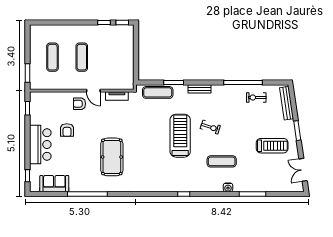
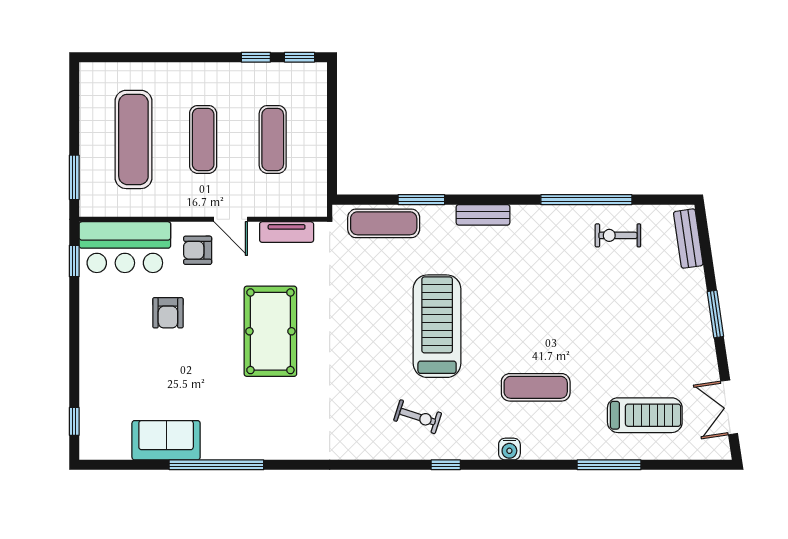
exercise mat: (52, 57) -> (133, 139), width x1.36, depth x1.45
exercise mat: (111, 57) -> (273, 139), added
bench: (286, 103) -> (688, 239), width x0.73
exercise bike: (210, 127) -> (418, 417), moved
bar counter: (40, 144) -> (125, 247), moved, turned 90
treadmill: (272, 146) -> (645, 415), moved
pool table: (112, 157) -> (270, 331), moved
sofa: (54, 184) -> (166, 440), moved
water cooler: (228, 187) -> (509, 449), moved

